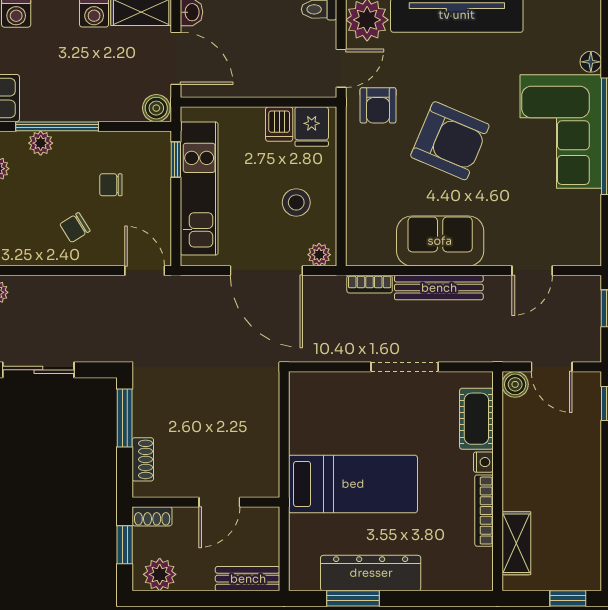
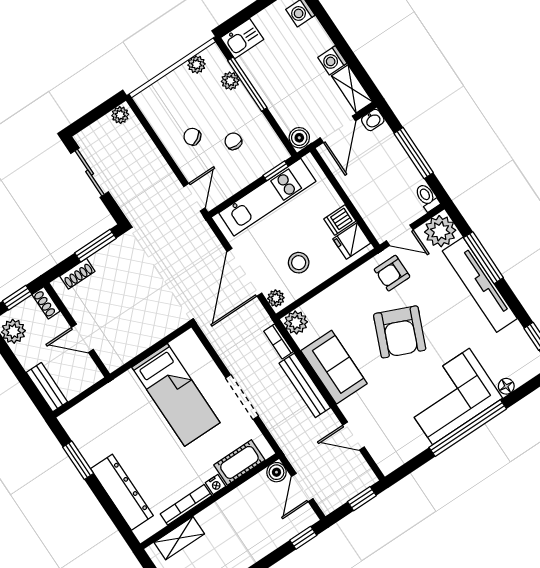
plant: (361, 250) -> (296, 323), added
bed: (353, 484) -> (176, 395), moved
dresser: (371, 573) -> (122, 492), moved

